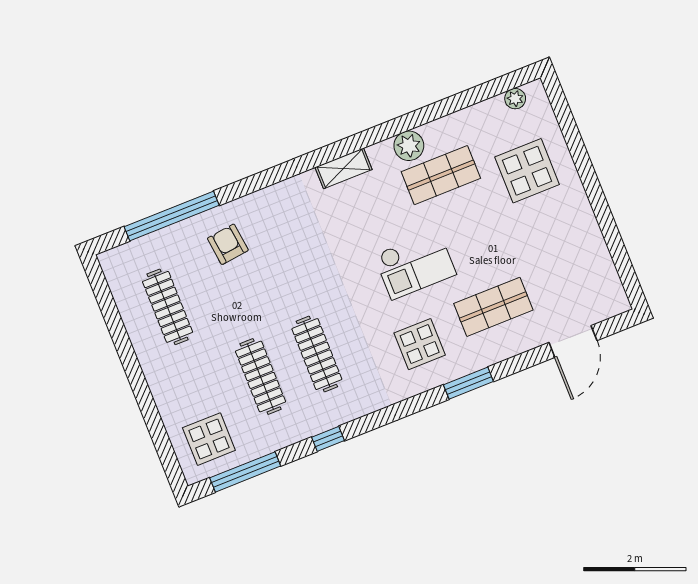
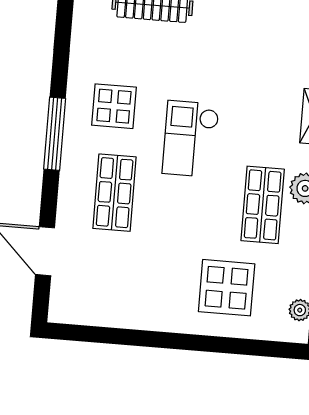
window: (468, 383) -> (55, 134), width x1.44

